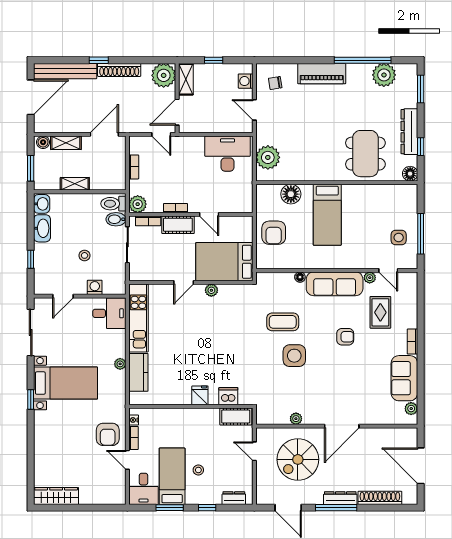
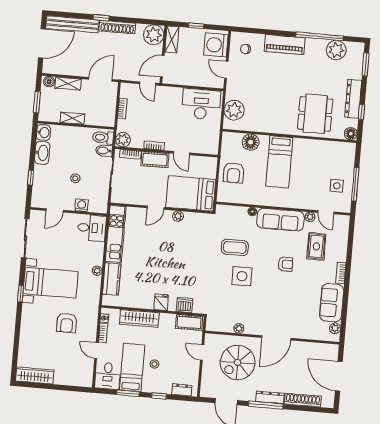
washing machine: (246, 81) -> (216, 45), width x1.89, depth x1.89
wardrobe: (176, 417) -> (139, 318), added
armchair: (108, 434) -> (67, 323), moved

